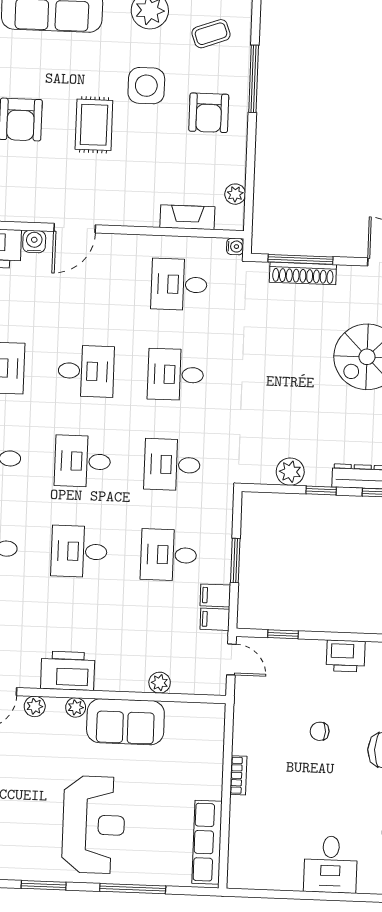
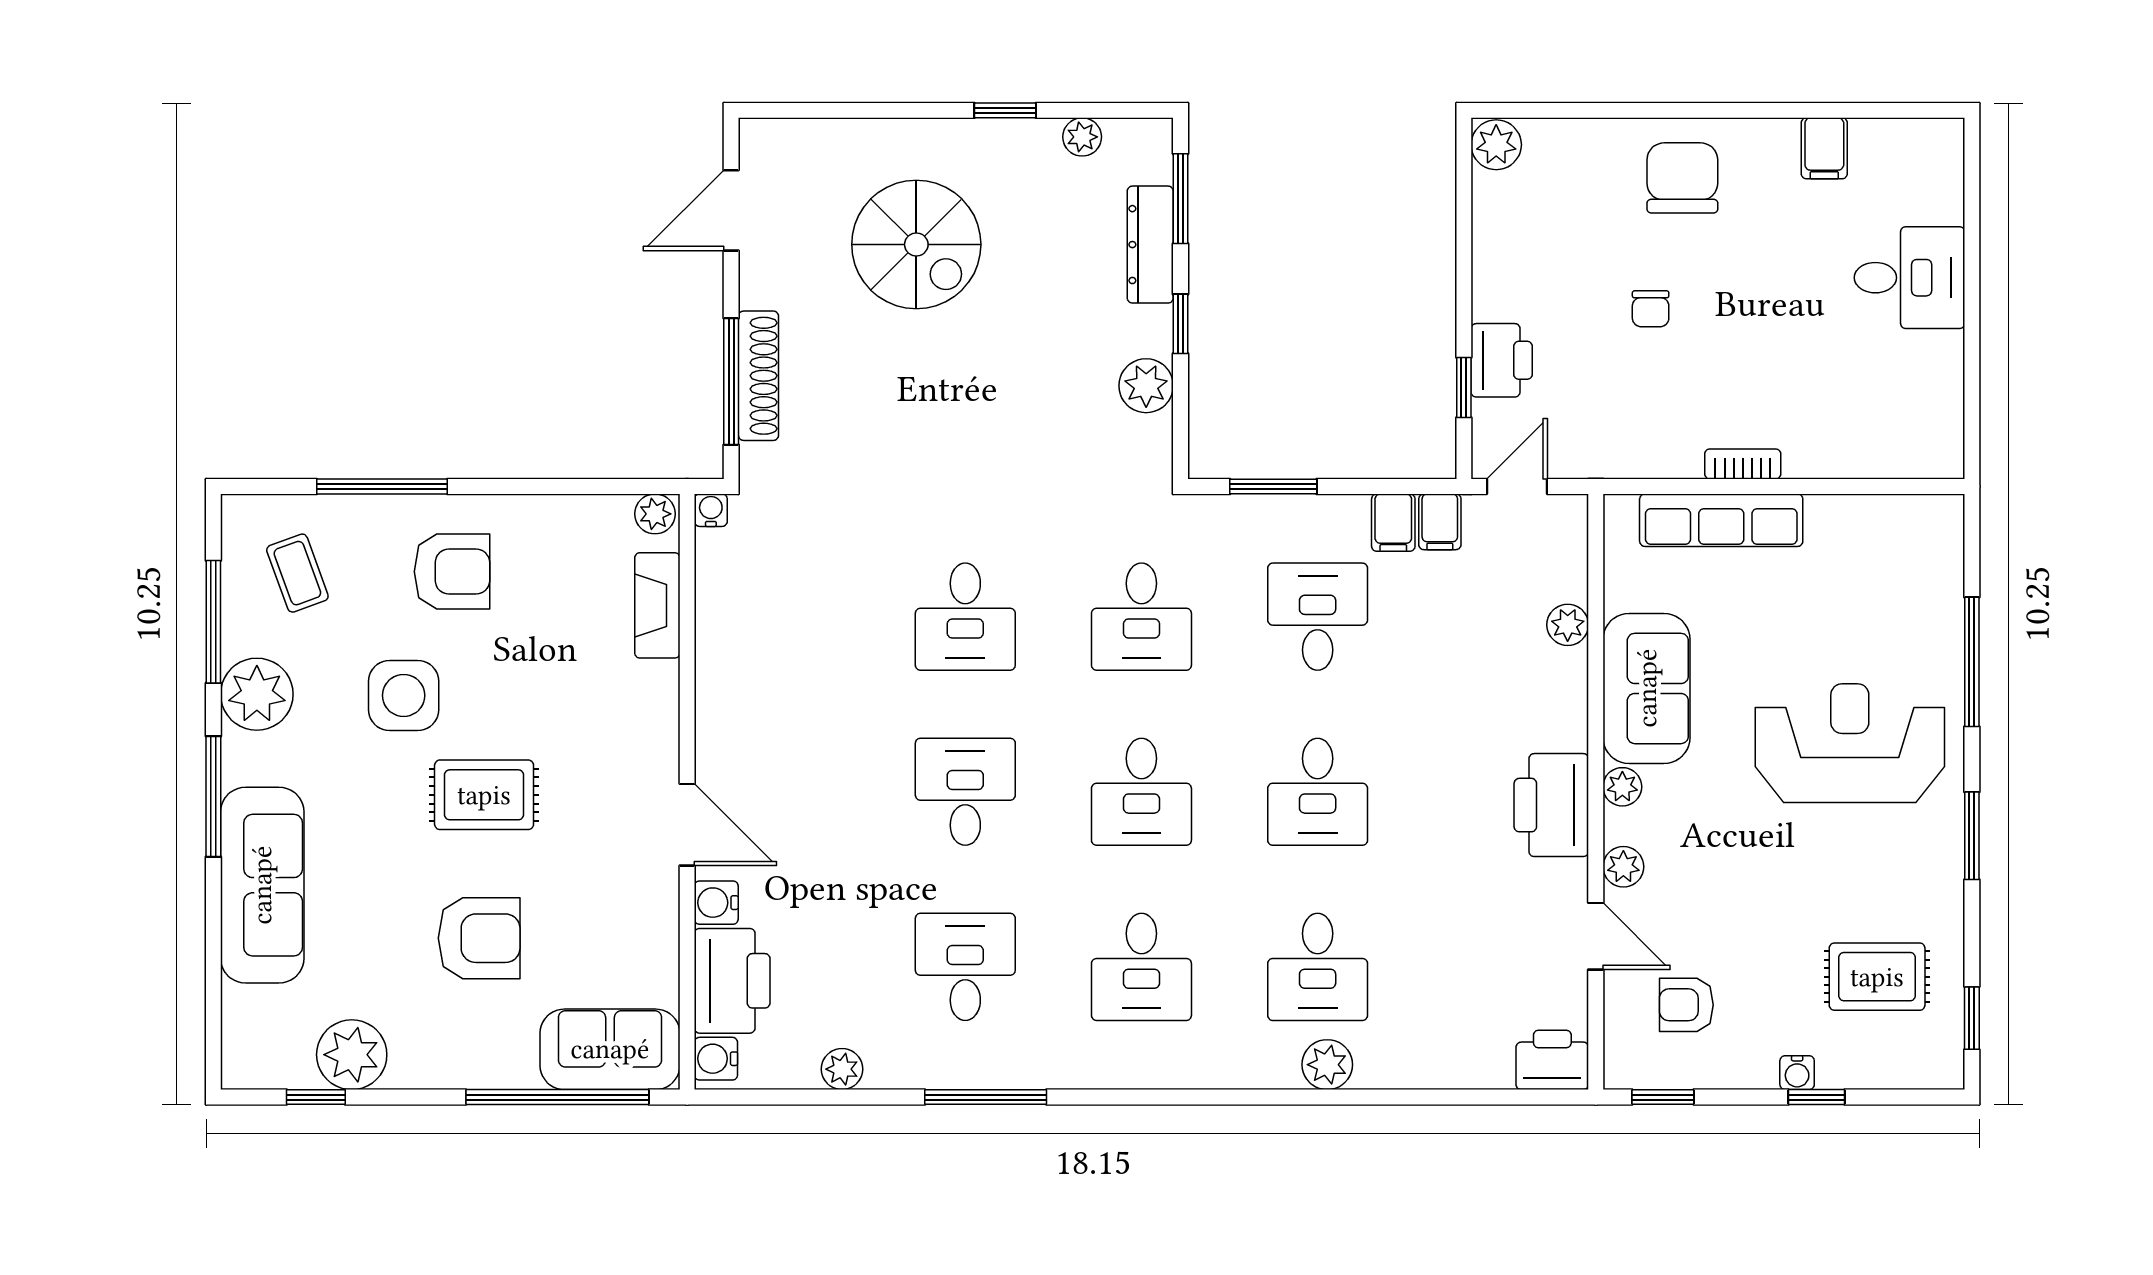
plant: (235, 194) -> (655, 514), moved
desk: (179, 284) -> (789, 617), removed
desk: (169, 555) -> (1318, 617), turned 180
window: (235, 561) -> (1273, 486), moved
printer: (346, 656) -> (1502, 360), moved
row of seats: (207, 842) -> (1721, 520), moved

